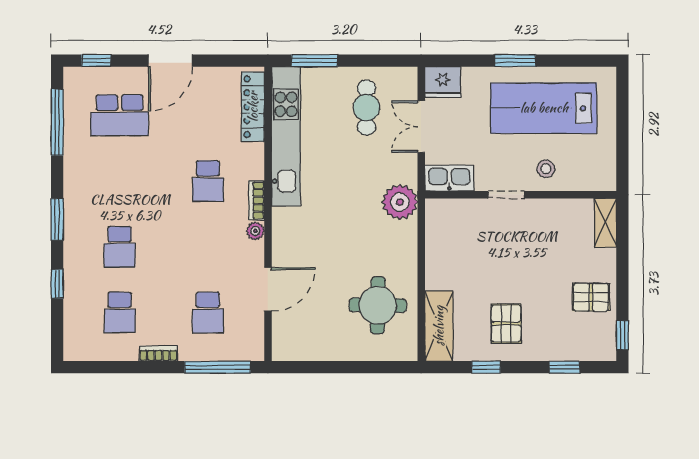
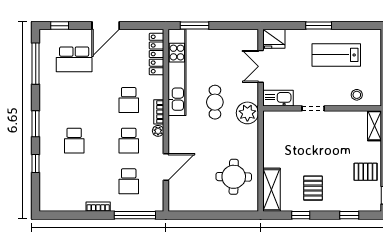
cafe table: (366, 108) -> (215, 102), moved
lab bench: (544, 108) -> (336, 55), width x0.73, depth x0.72
stool: (546, 169) -> (357, 95), moved
school desk: (120, 312) -> (129, 141), moved

